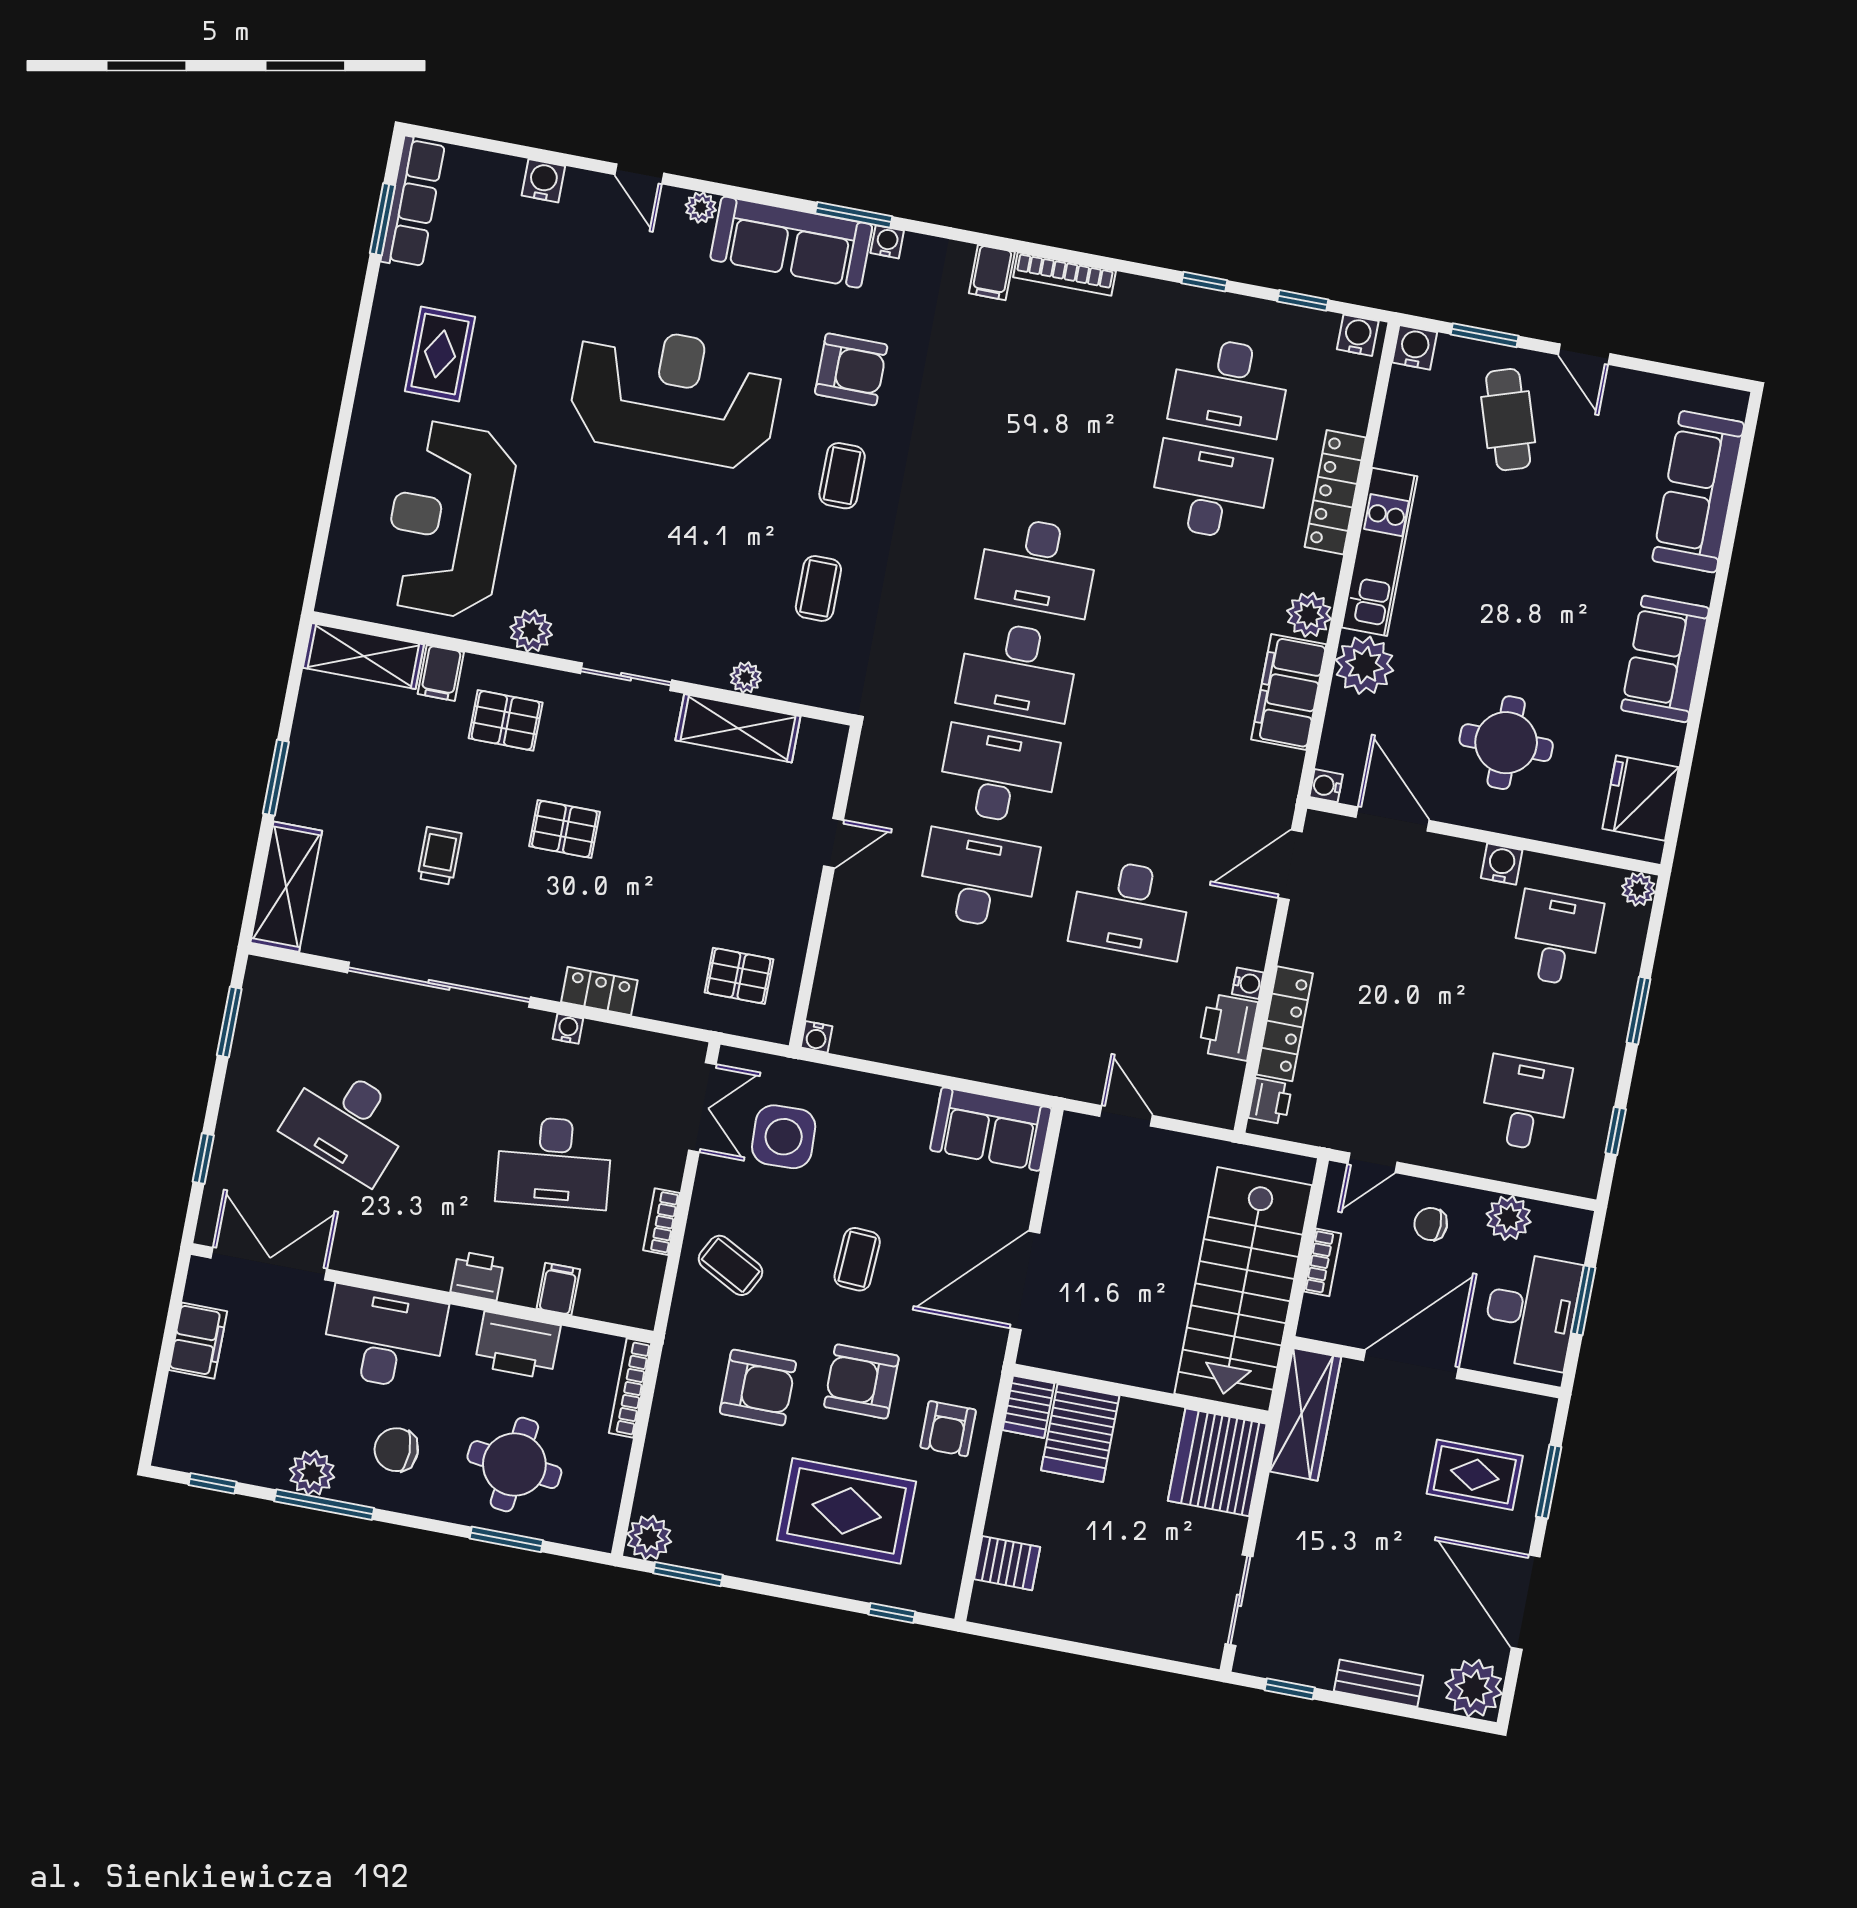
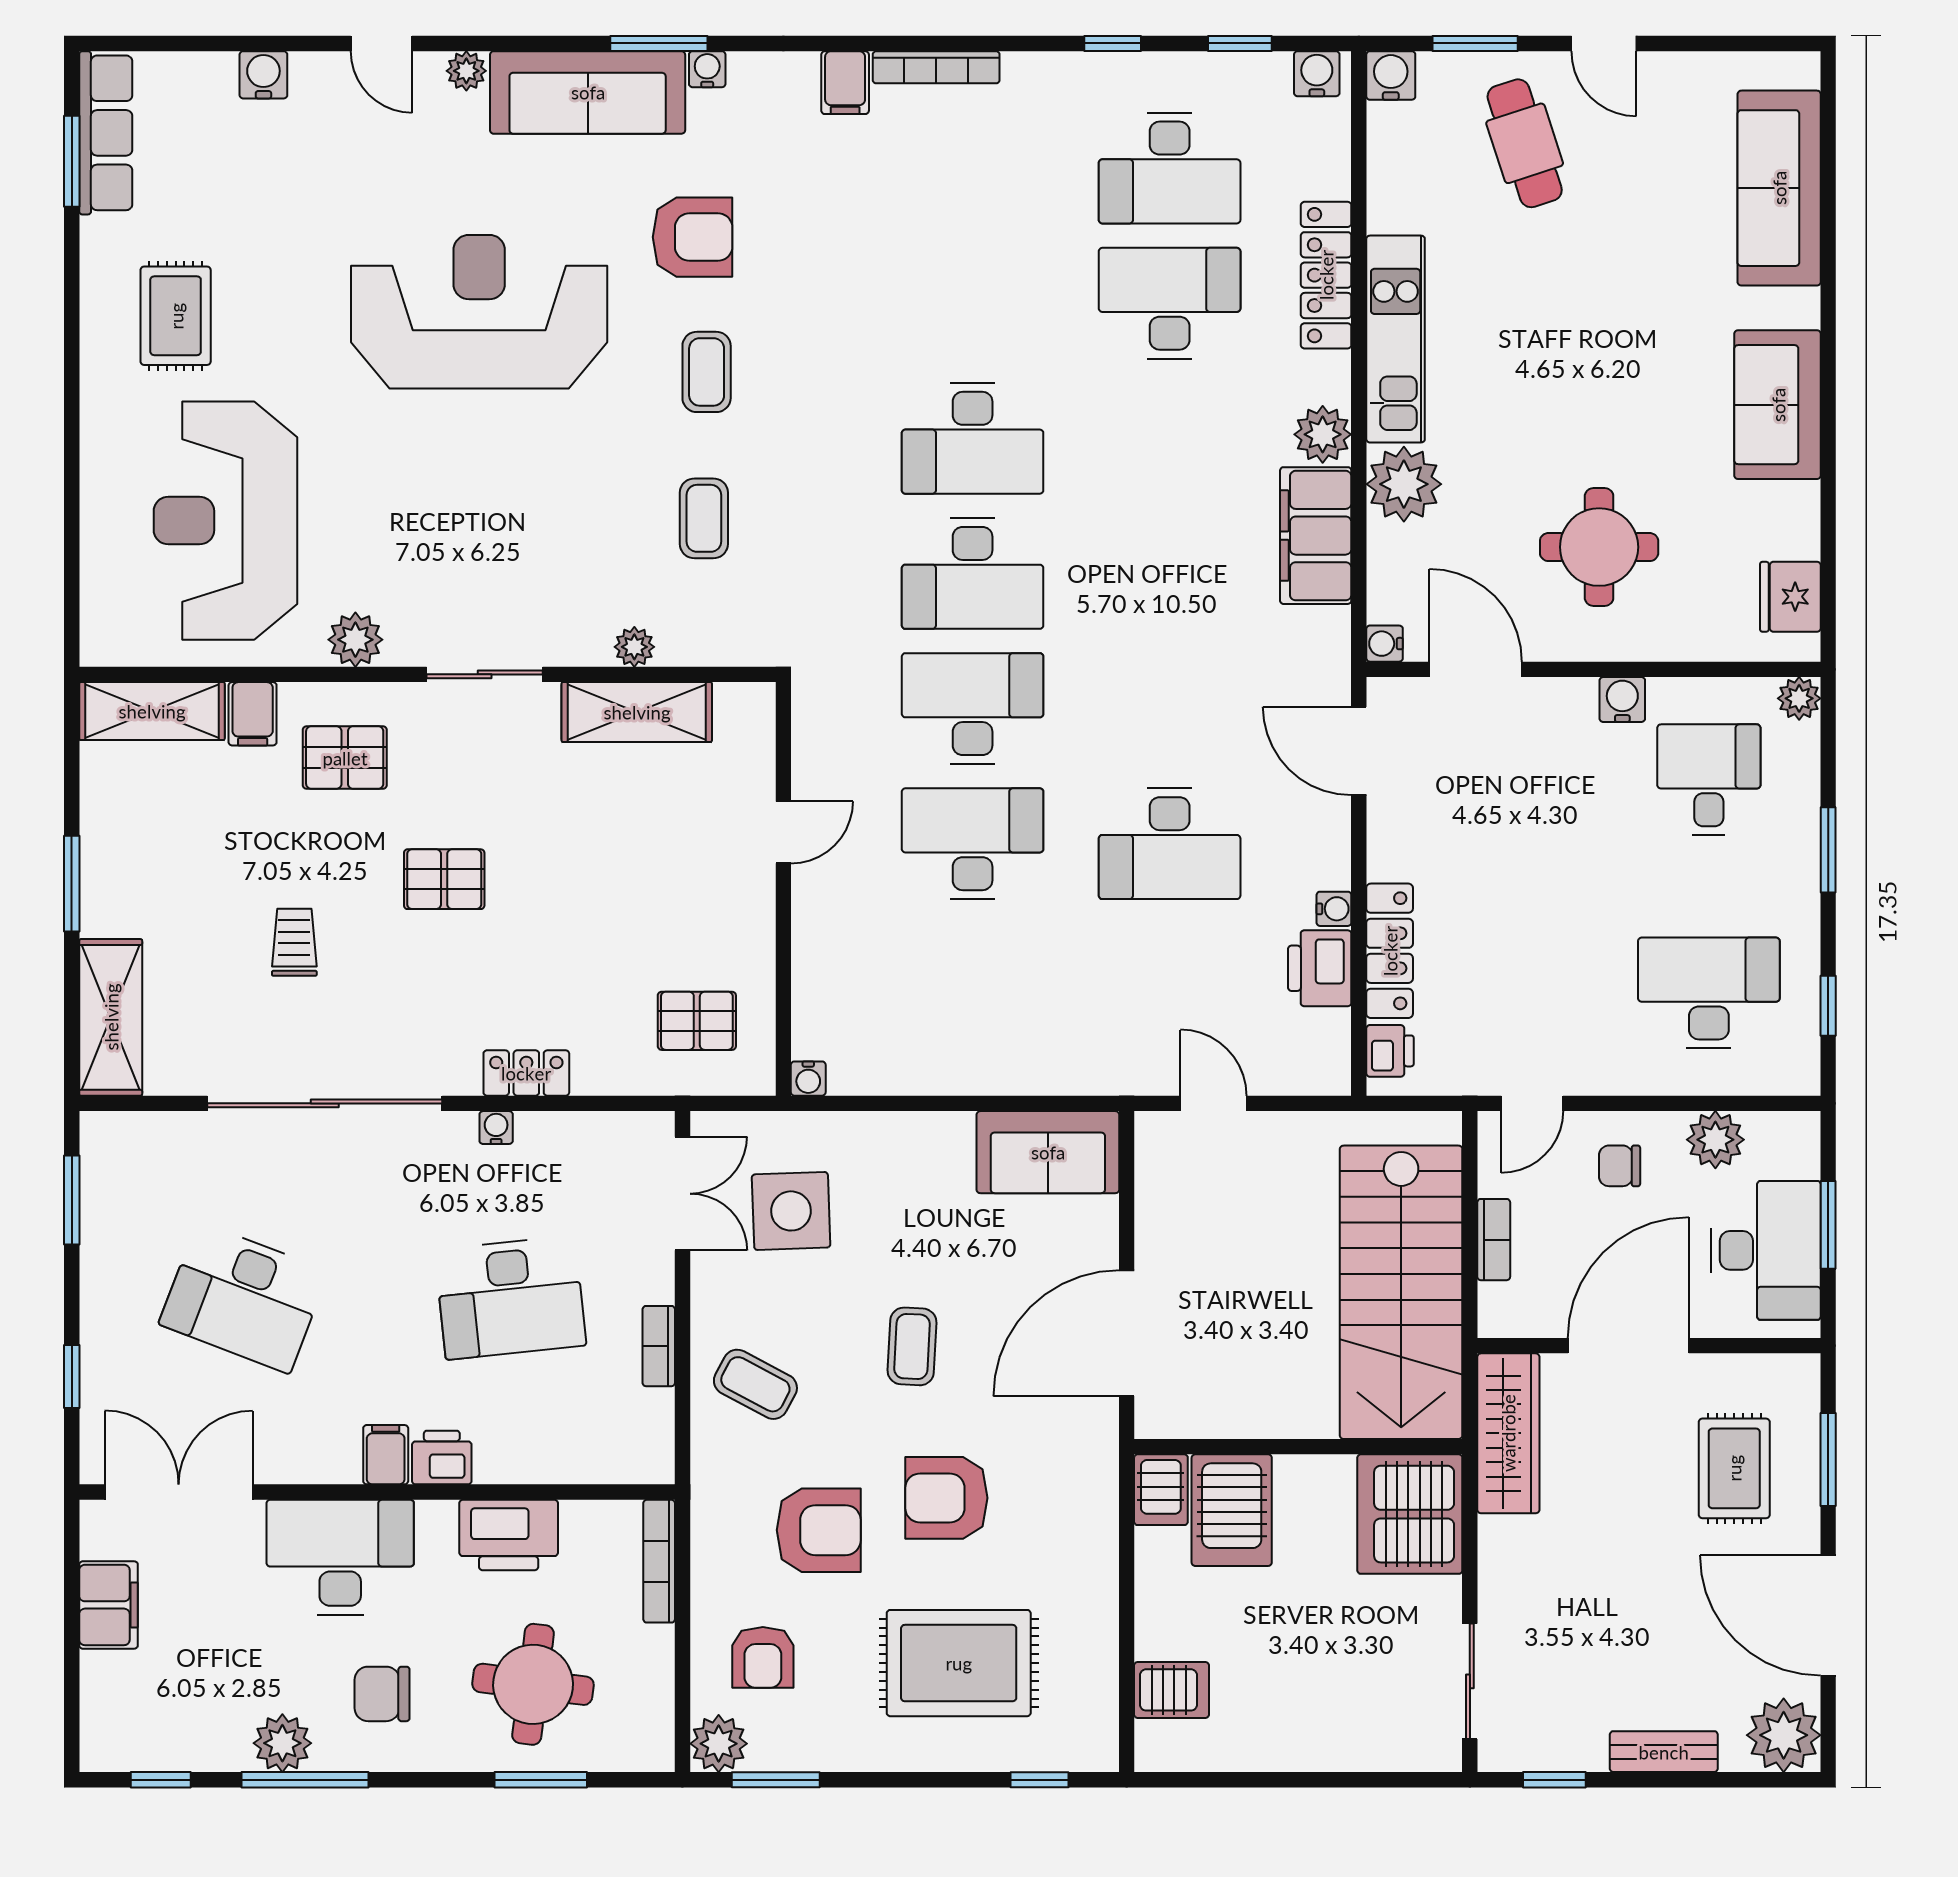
fridge: (1641, 798) -> (1790, 597), width x0.73, depth x0.75
door: (1290, 865) -> (1359, 751), hinge flipped
desk: (1525, 1104) -> (1709, 993), width x1.37
filing cabinet: (558, 1289) -> (386, 1455), moved
armchair: (948, 1429) -> (763, 1657), moved
rug: (1475, 1475) -> (1734, 1468), turned 90

